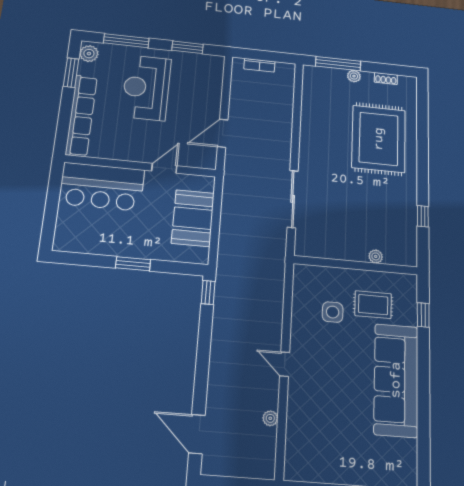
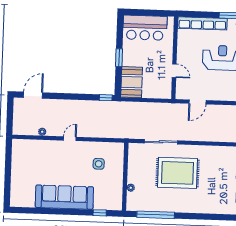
door: (223, 133) -> (198, 102), swing flipped
rug: (379, 139) -> (178, 173), moved
bar counter: (102, 187) -> (145, 28), moved, turned -90
window: (423, 216) -> (156, 215), width x3.17
booth: (193, 218) -> (132, 82), moved, turned 90
rug: (373, 305) -> (104, 186), removed

